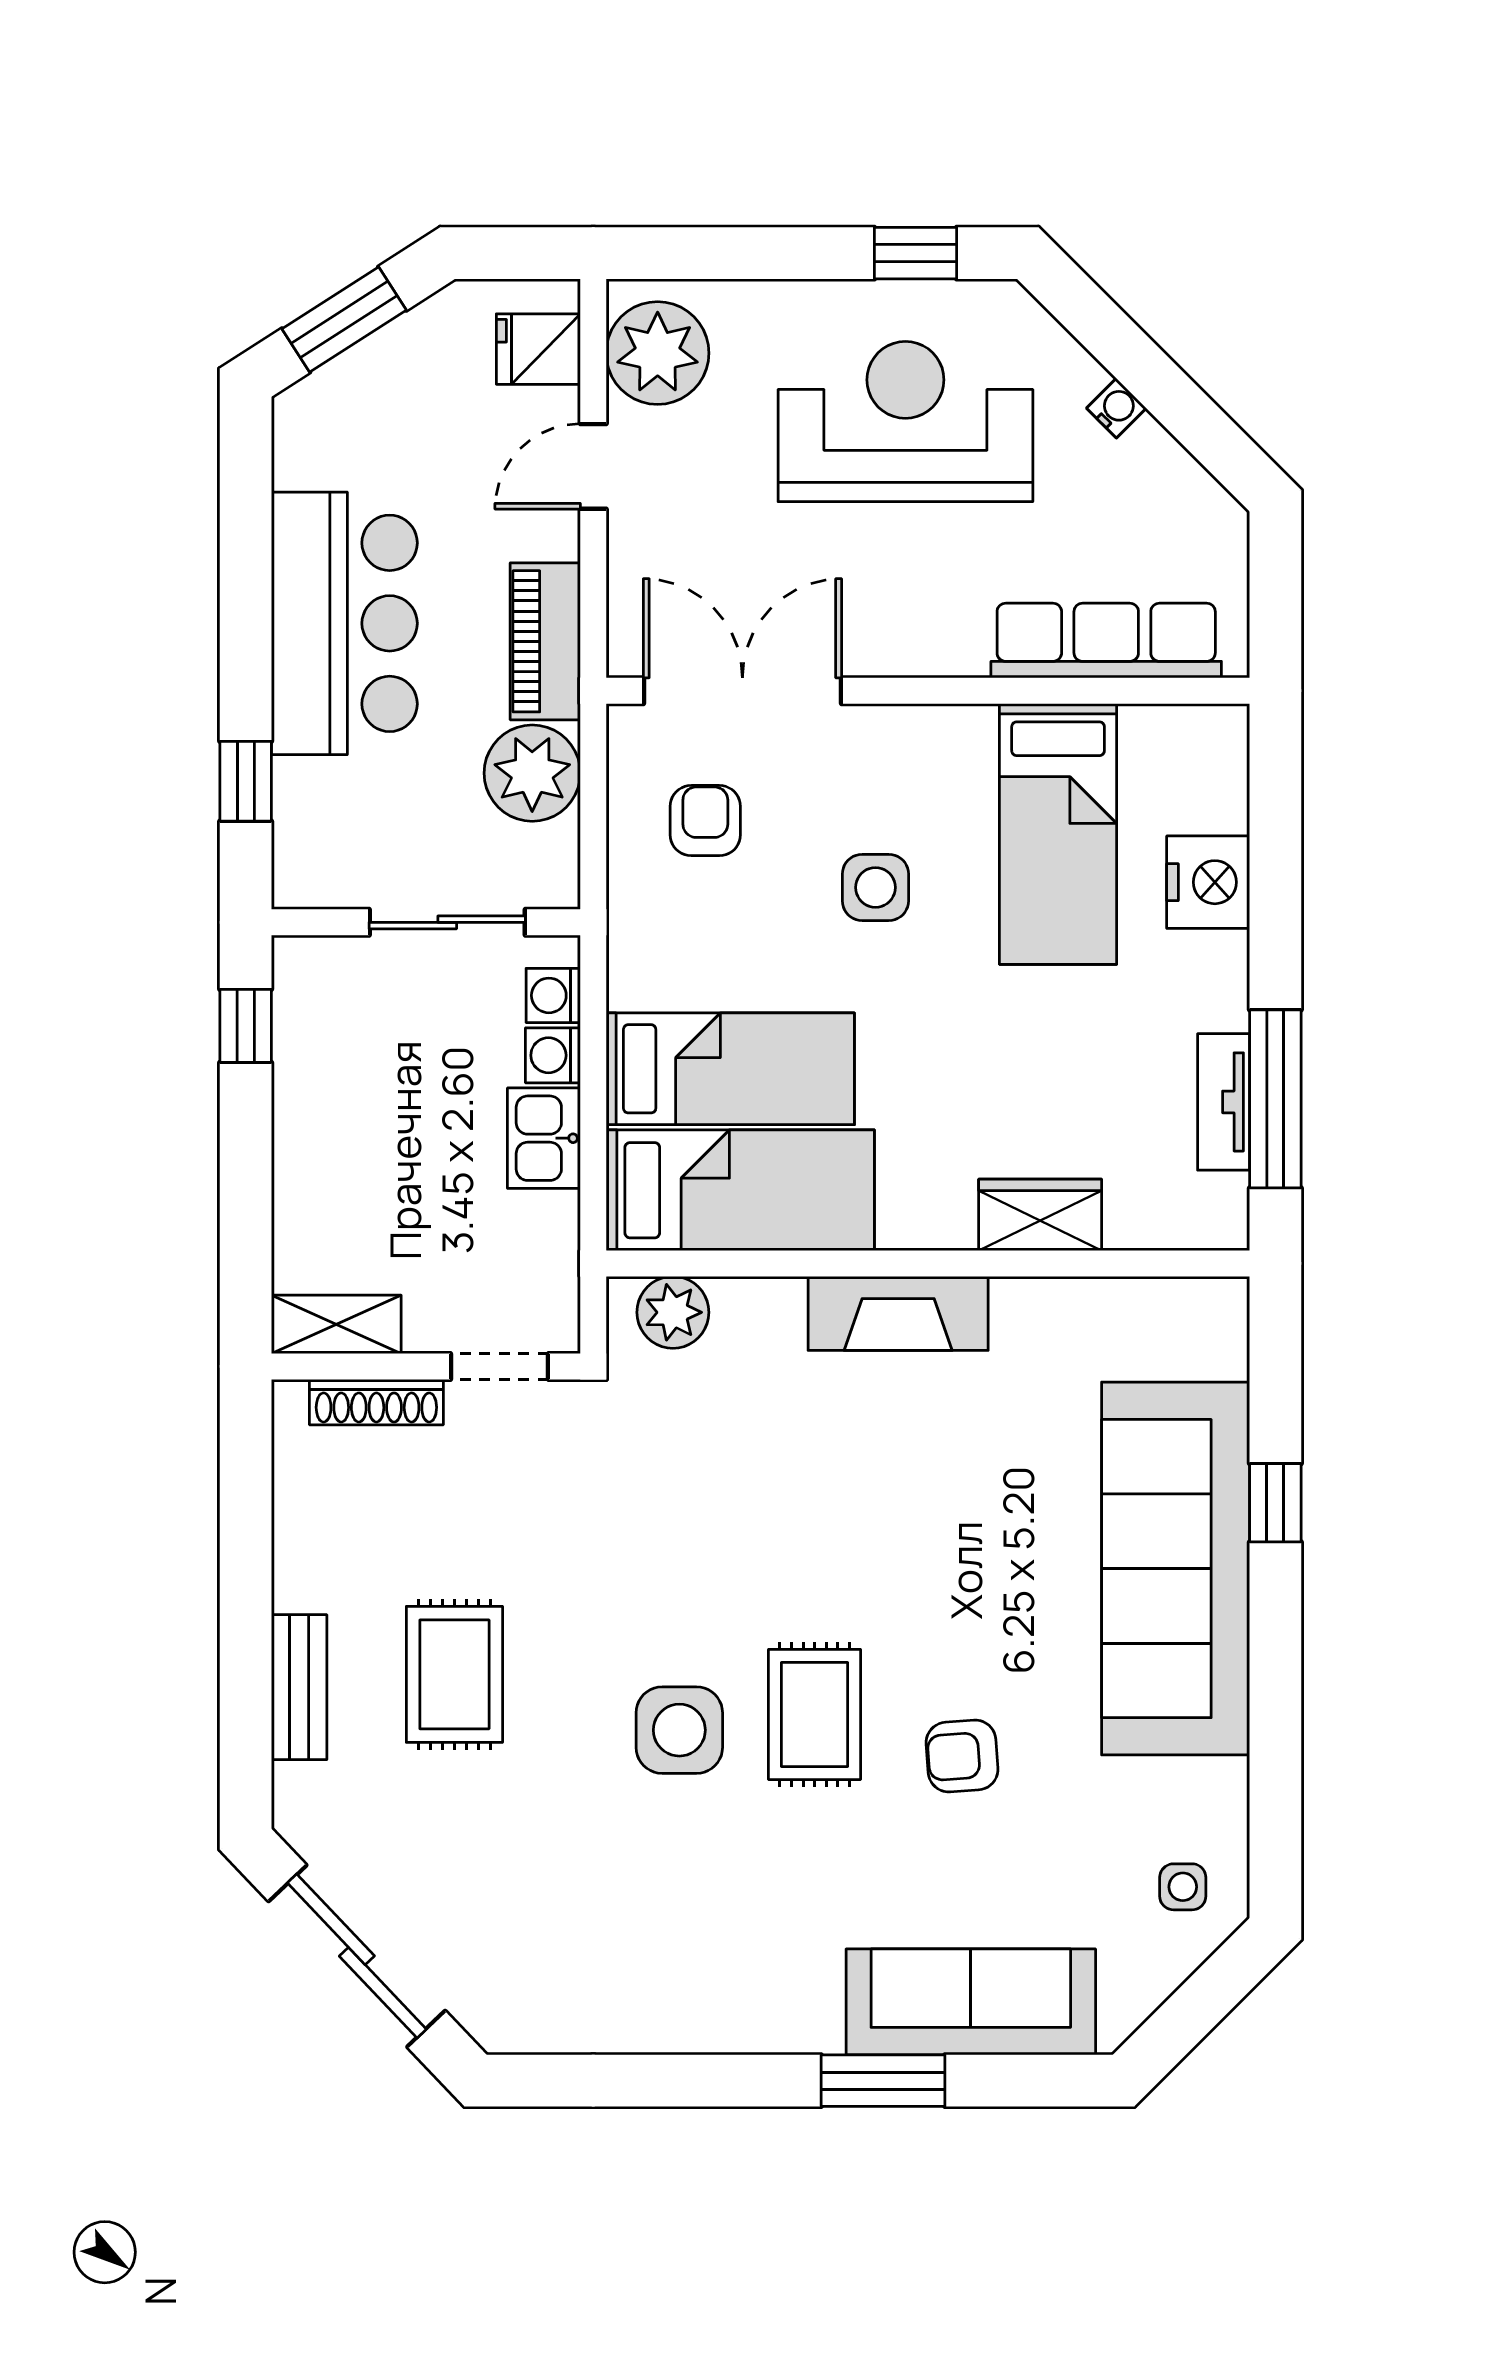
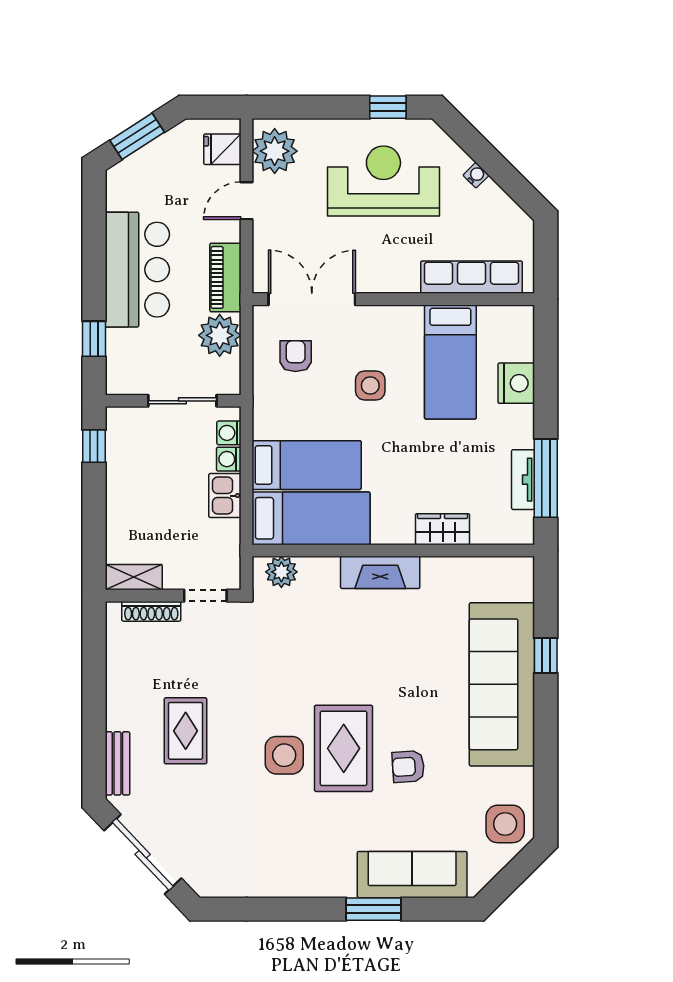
bench: (299, 1687) -> (117, 763), moved
rug: (815, 1714) -> (344, 748), width x1.36, depth x1.43
side table: (1183, 1887) -> (505, 824), width x1.87, depth x1.87

